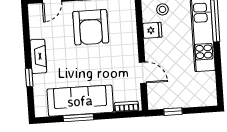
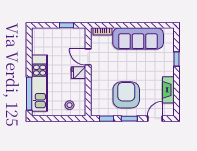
fridge: (152, 30) -> (79, 73), moved
fireplace: (38, 56) -> (168, 90), moved
window: (78, 118) -> (140, 25), removed

